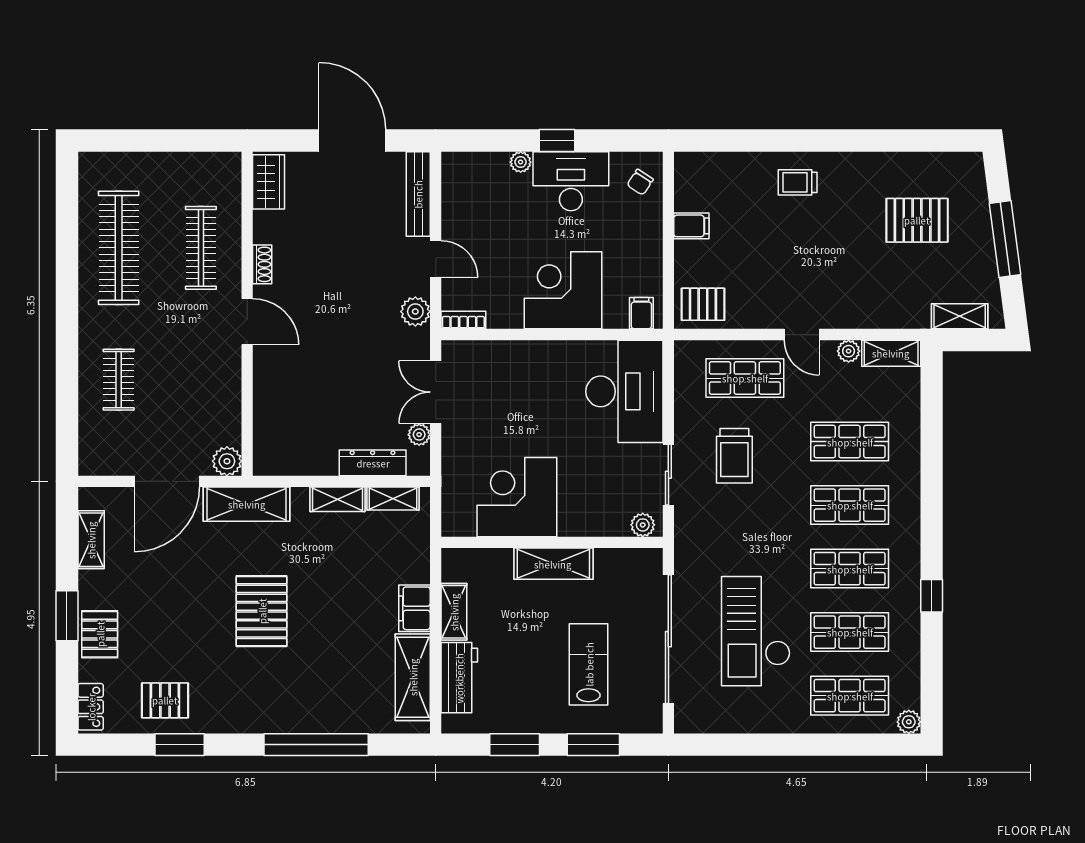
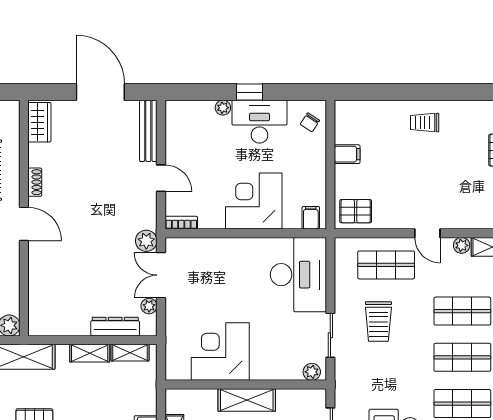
plant: (415, 312) -> (146, 241), moved

